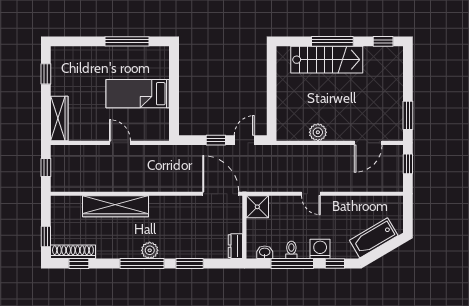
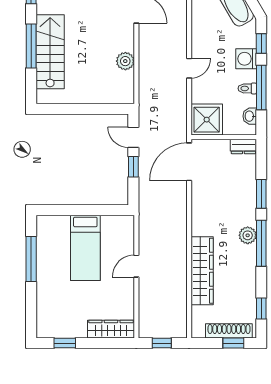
shower: (257, 207) -> (207, 120), width x1.36, depth x1.36
shoe rack: (73, 252) -> (229, 331), moved, turned 90

